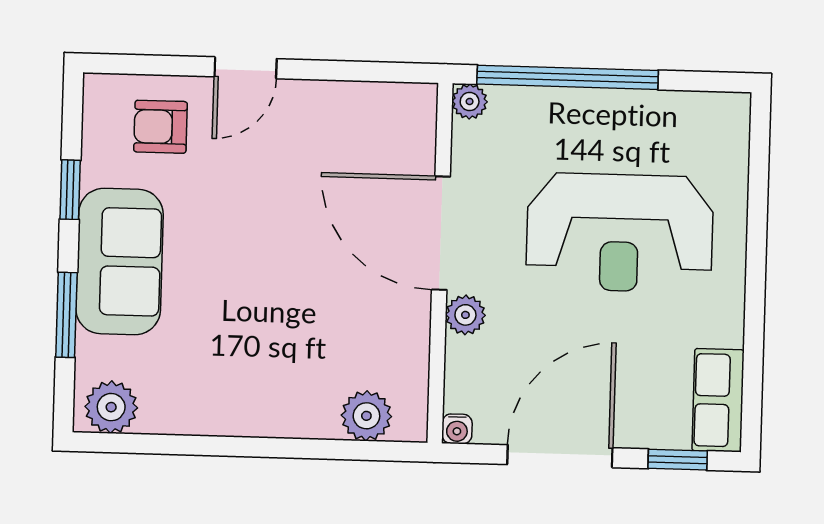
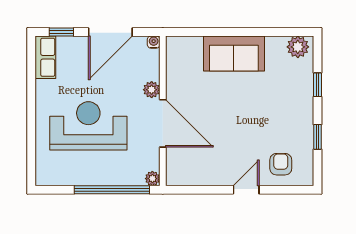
armchair: (160, 127) -> (281, 164), turned -90
sofa: (120, 261) -> (234, 53), moved, turned -90
window: (66, 315) -> (318, 85), width x0.67
plant: (366, 416) -> (191, 46), removed

